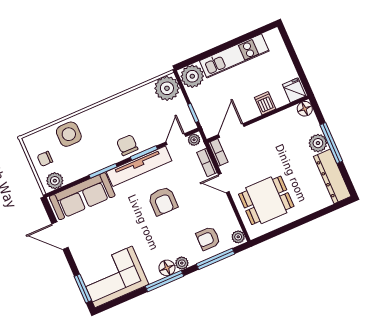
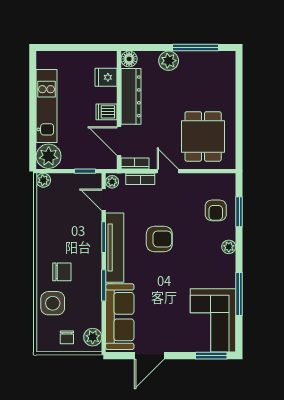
plant: (167, 88) -> (43, 180), width x0.53, depth x0.53
fridge: (294, 90) -> (106, 77), moved
dishwasher: (265, 103) -> (107, 112), moved
window: (331, 143) -> (196, 48), moved
chair: (127, 145) -> (62, 272), moved, turned 180
dresser: (332, 176) -> (131, 96), moved, turned -90
door: (224, 183) -> (168, 171), swing flipped
plant: (238, 237) -> (227, 180), removed
window: (215, 259) -> (239, 212), width x0.69
floor lamp: (167, 268) -> (227, 264), removed
window: (164, 281) -> (239, 294), moved

